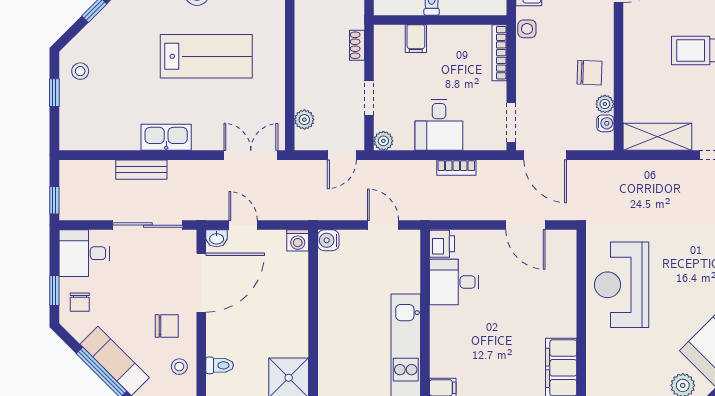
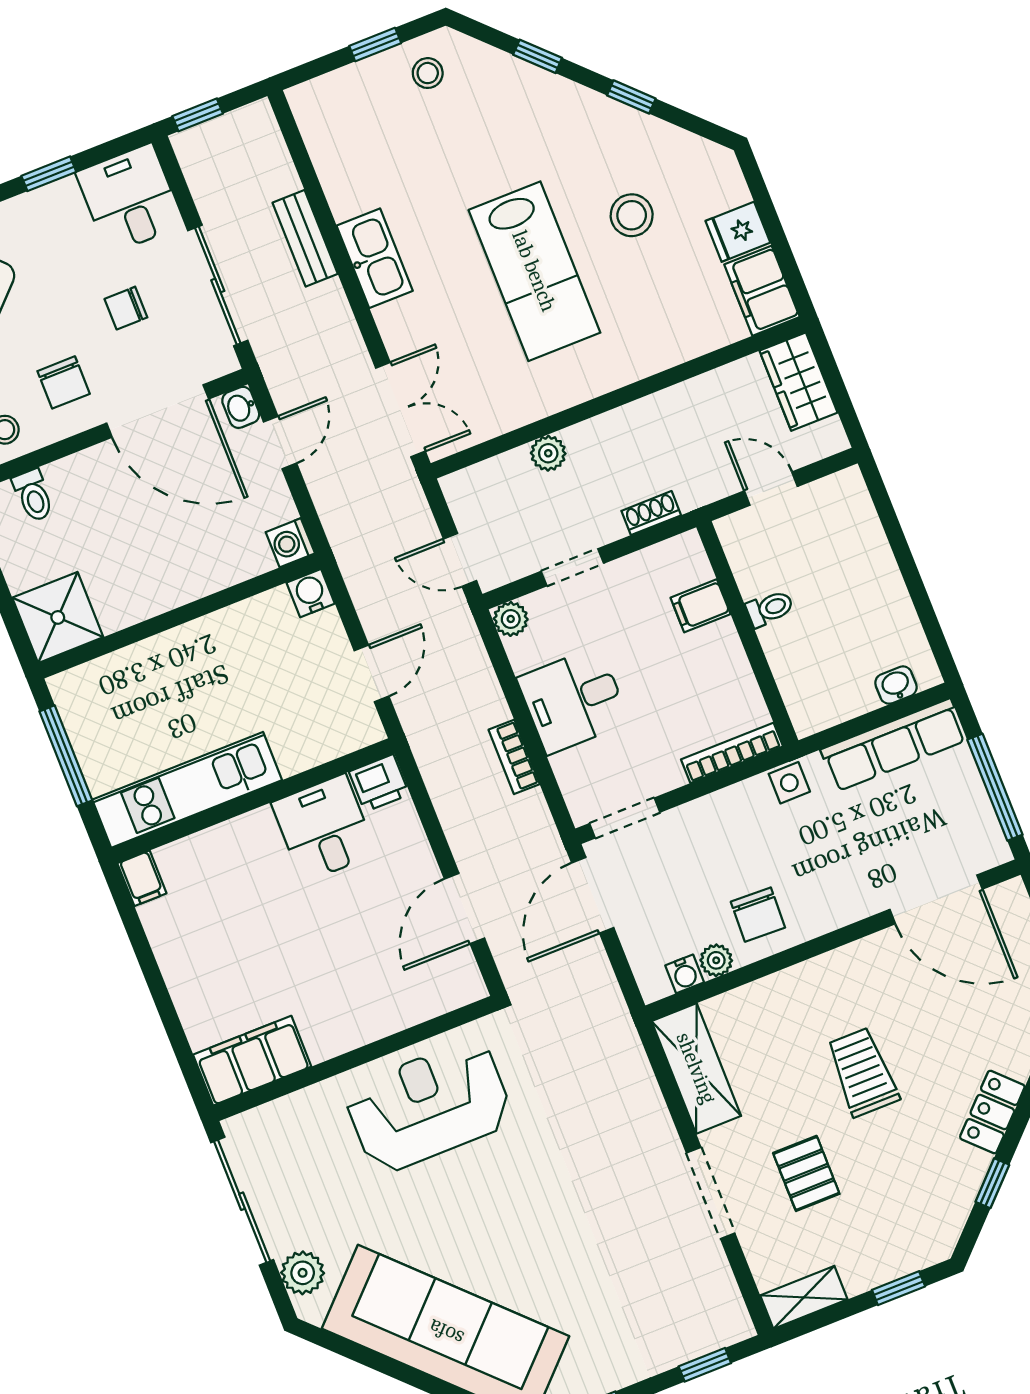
plant: (304, 120) -> (548, 453), moved
chair: (80, 302) -> (126, 308), moved

